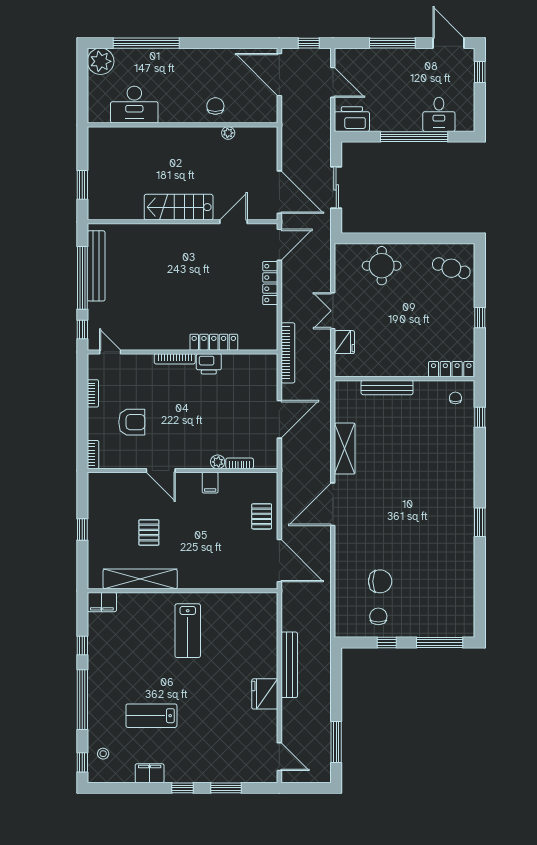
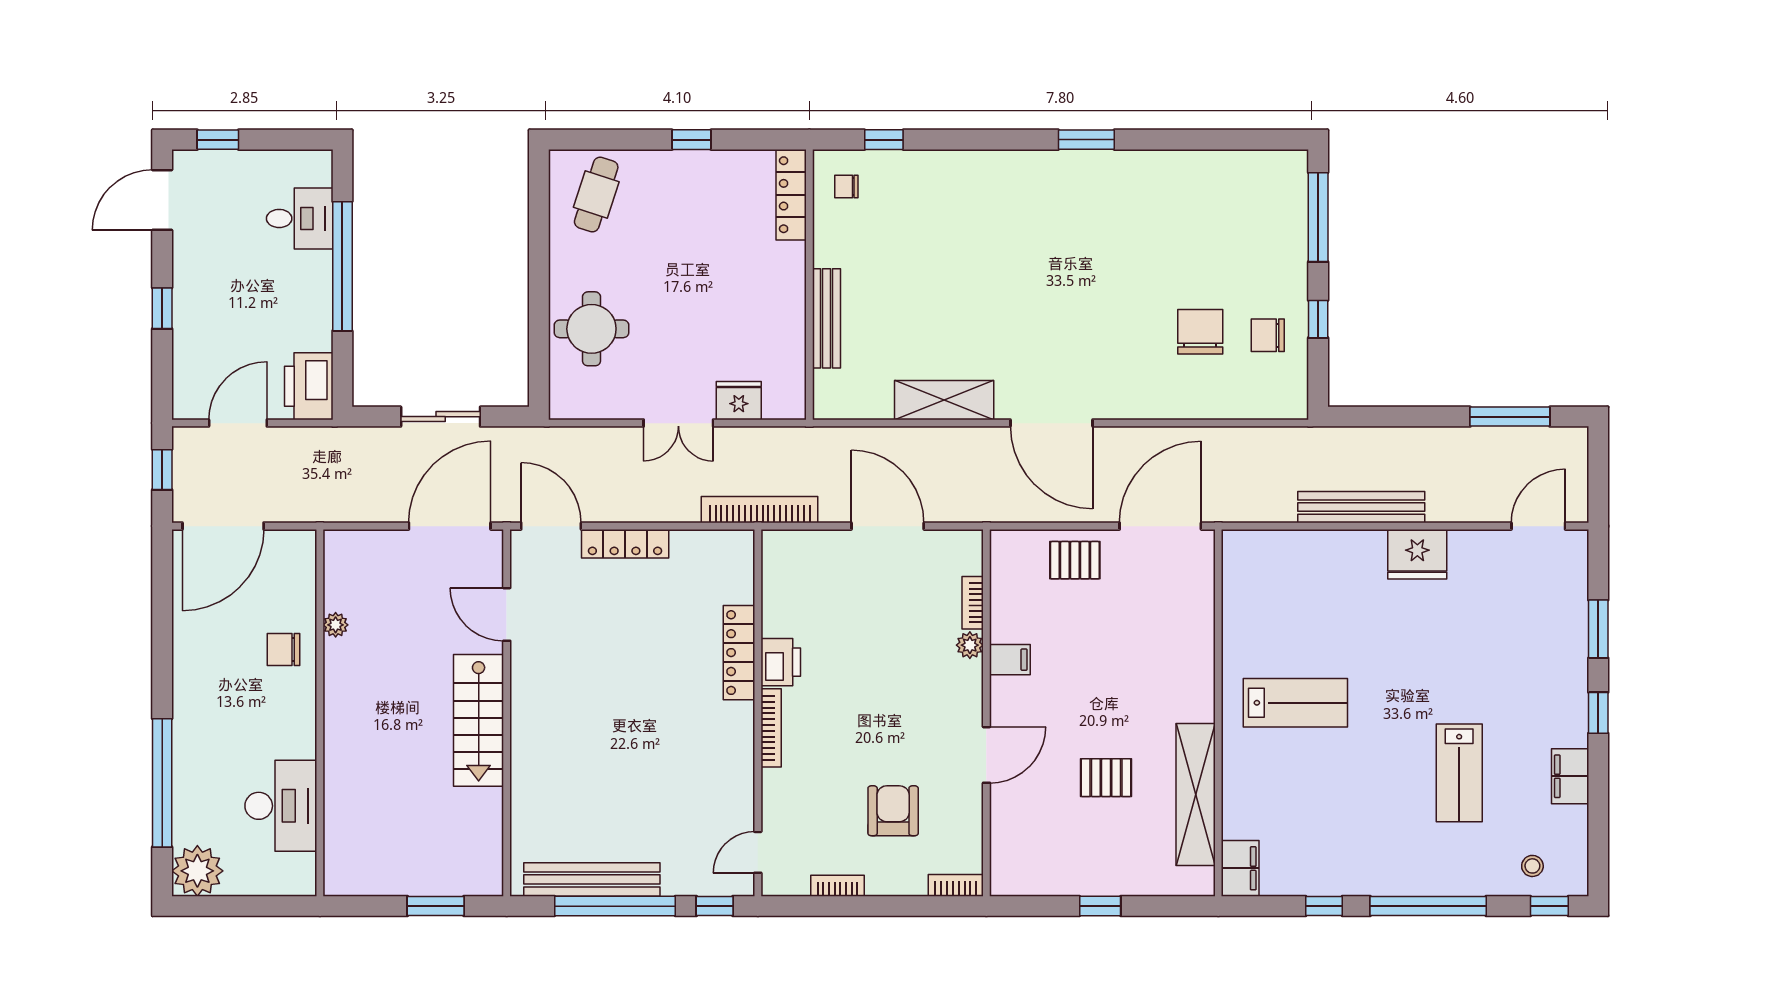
window: (392, 43) -> (162, 308), width x0.46

